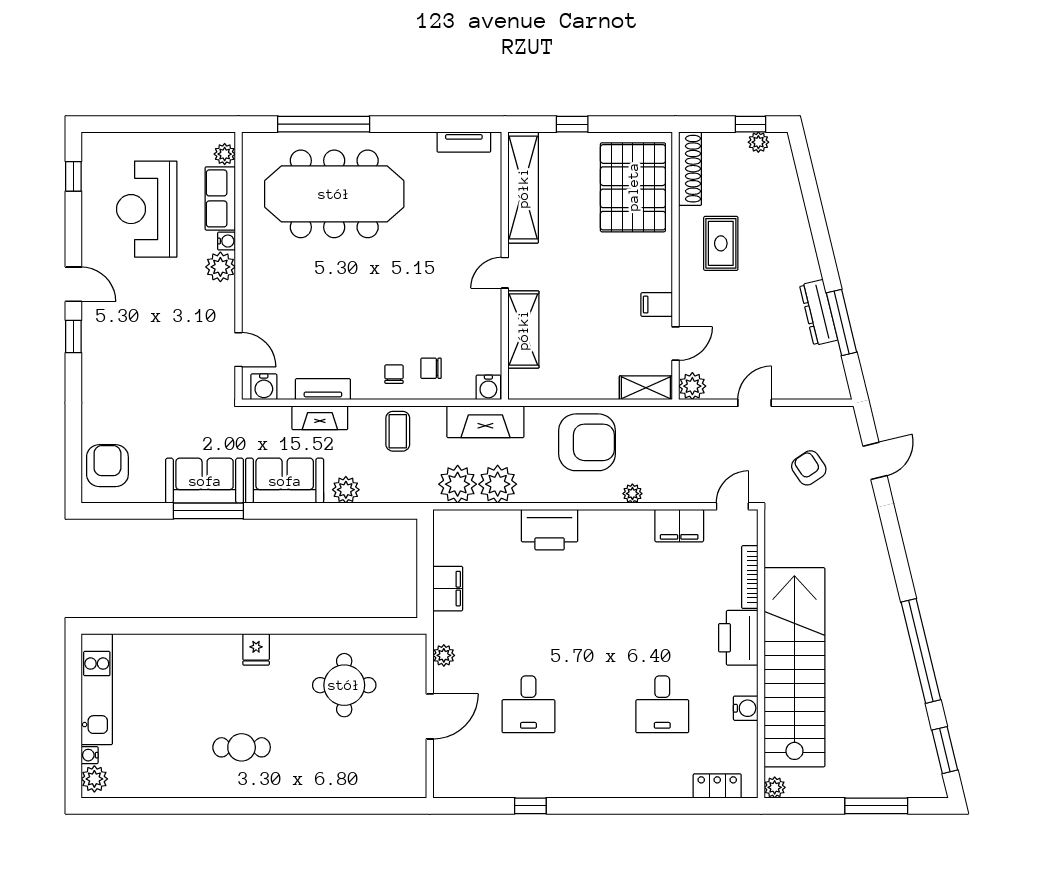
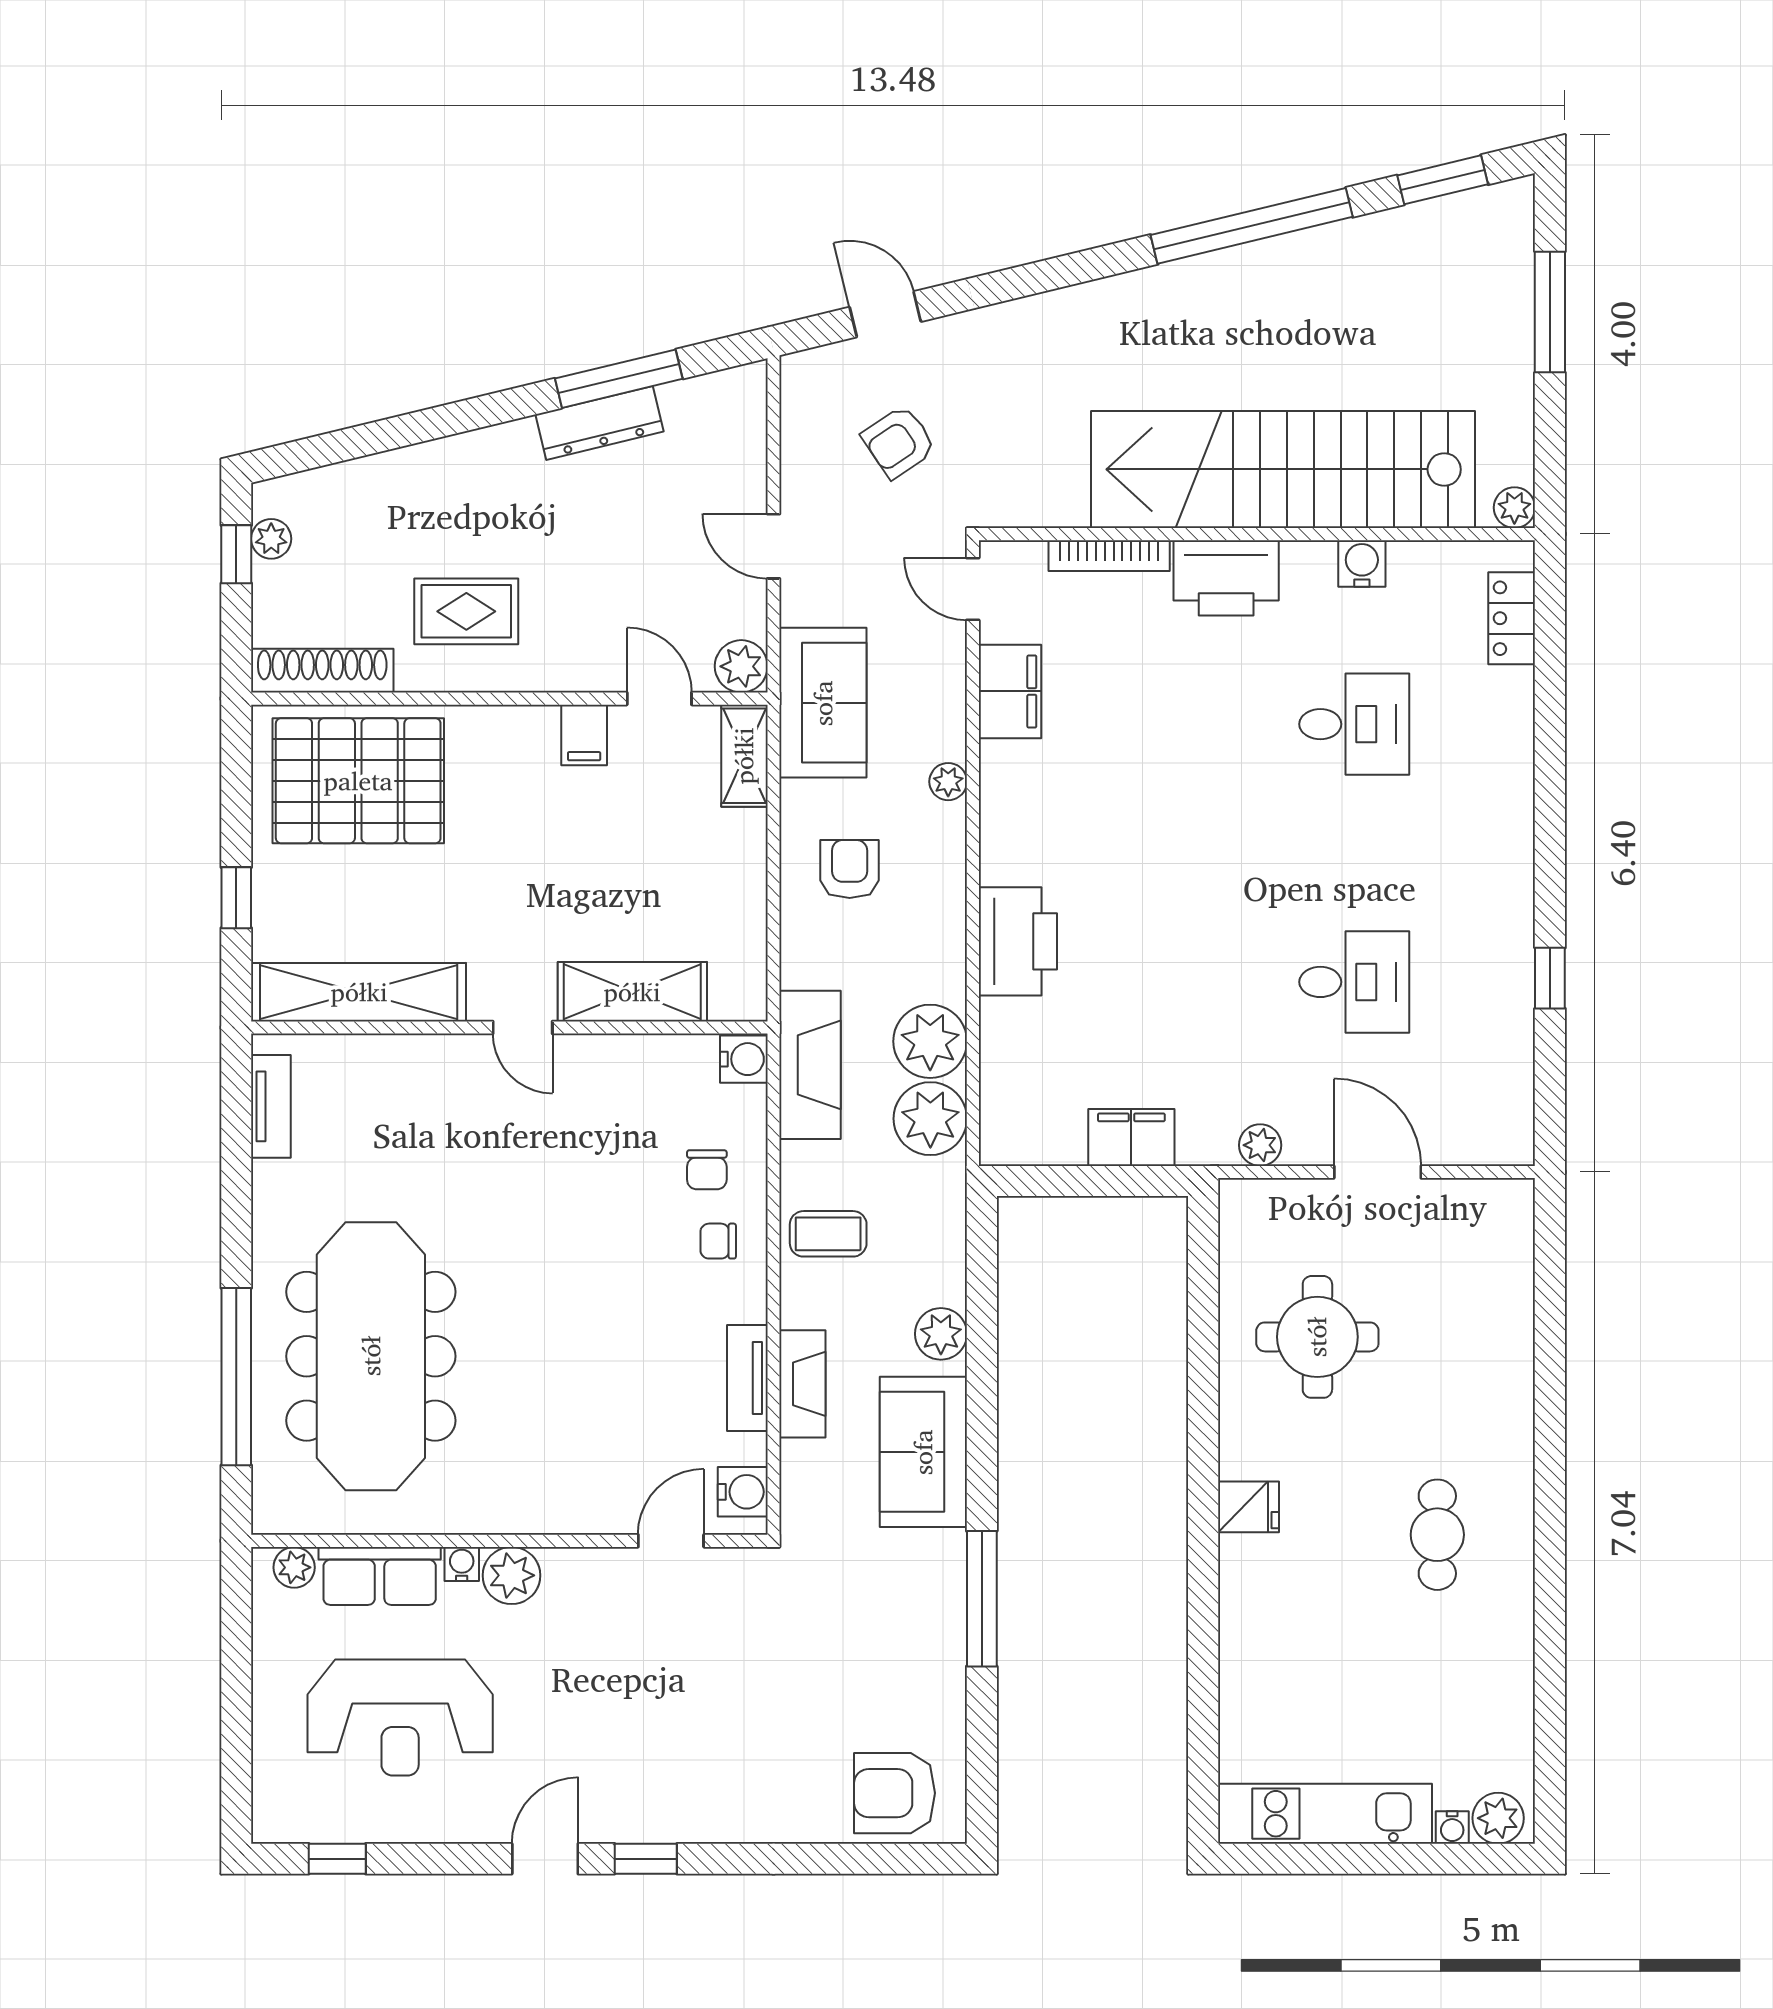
armchair: (587, 442) -> (850, 869), width x0.53, depth x0.53
sofa: (205, 481) -> (823, 703), moved, turned 180

